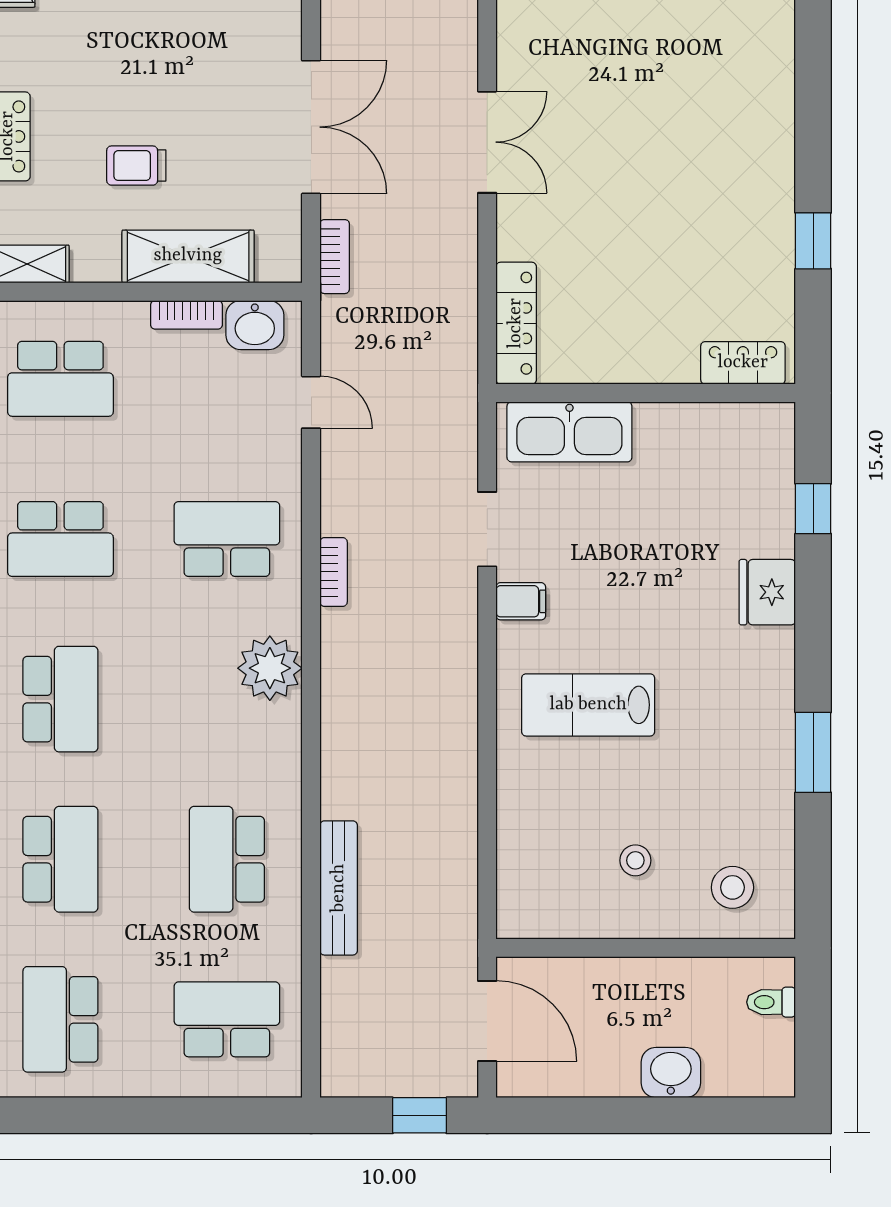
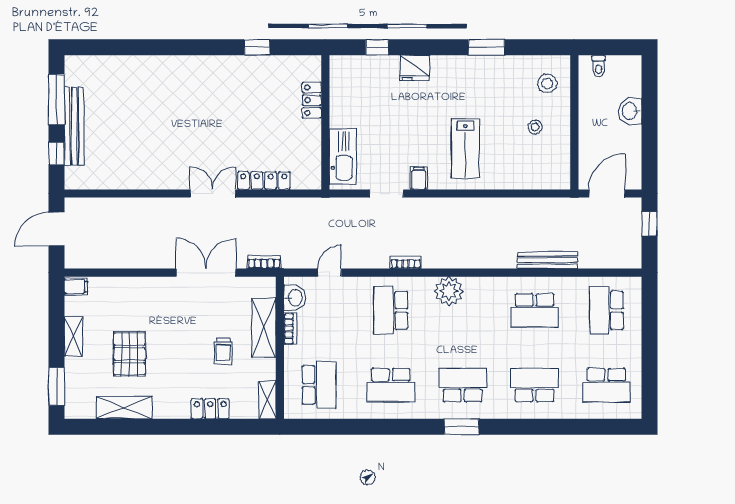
locker: (516, 323) -> (264, 181), moved
locker: (743, 363) -> (312, 100), moved
school desk: (60, 539) -> (391, 385), turned 90

